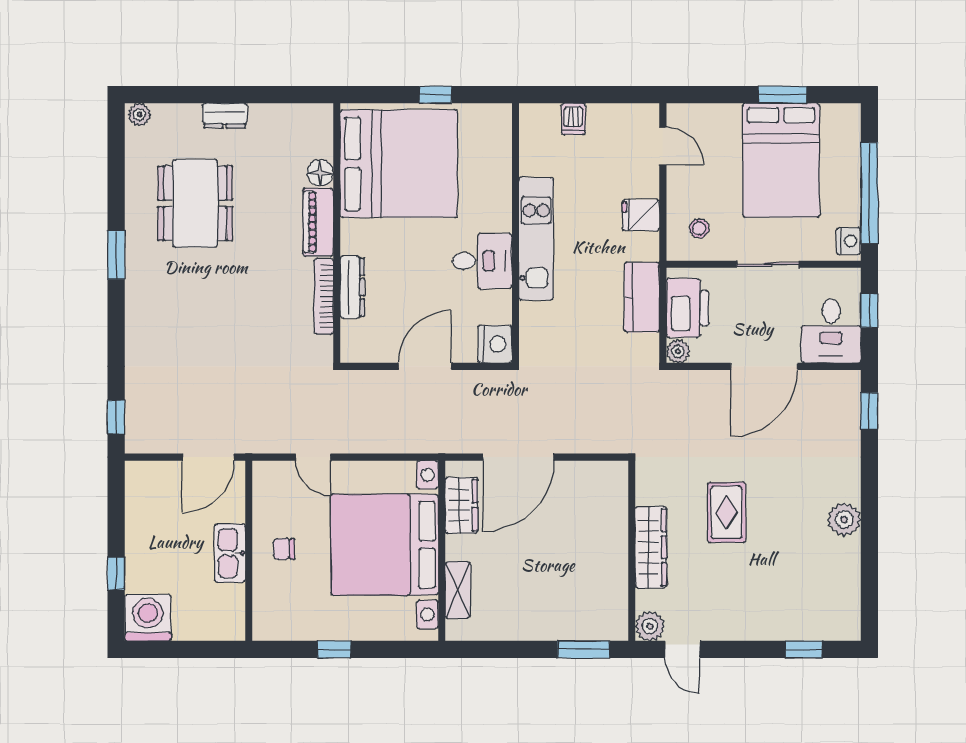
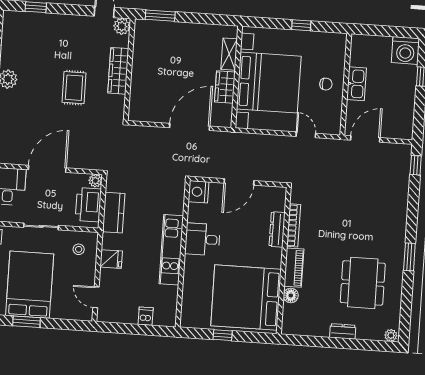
wardrobe: (461, 505) -> (225, 87), moved

